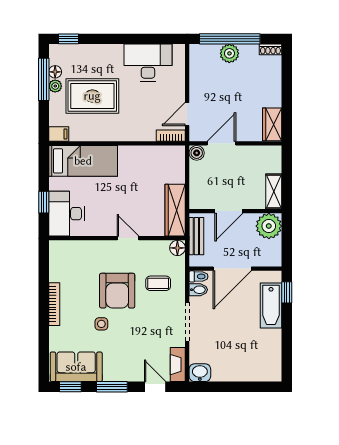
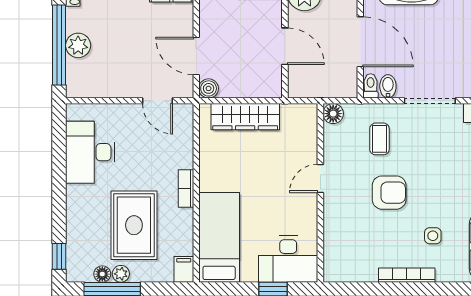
bookcase: (171, 136) -> (186, 188), moved
wardrobe: (175, 210) -> (245, 117), moved
bench: (196, 236) -> (318, 89), removed
armchair: (117, 291) -> (389, 193), width x0.73, depth x0.73
side table: (101, 324) -> (433, 236), moved

